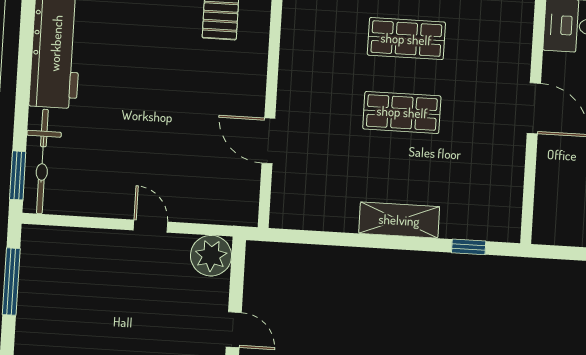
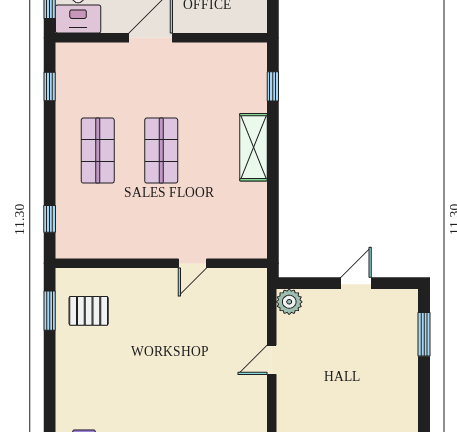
door: (268, 141) -> (192, 263), width x0.73
plant: (211, 256) -> (289, 302), width x0.73, depth x0.73

